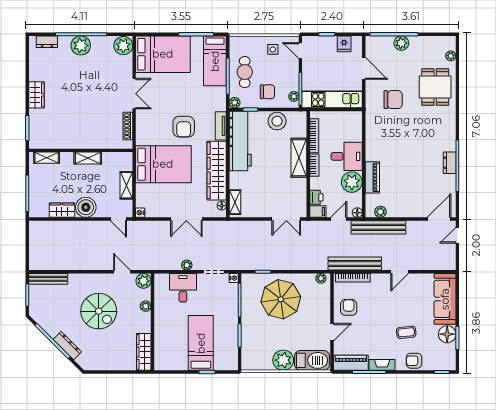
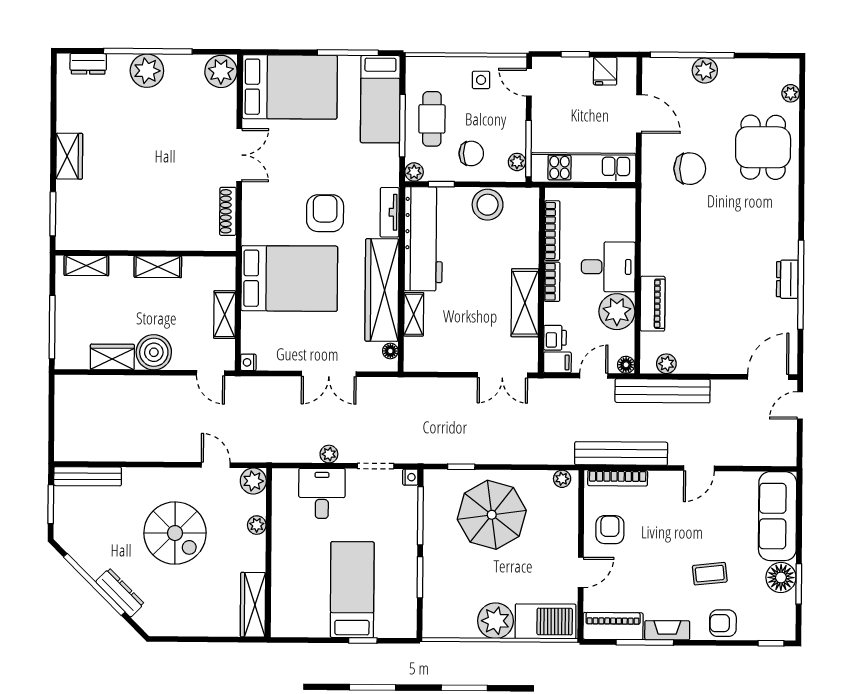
armchair: (184, 127) -> (325, 213), turned 180
shelving: (299, 158) -> (525, 303), moved
shelving: (235, 202) -> (414, 314), moved

